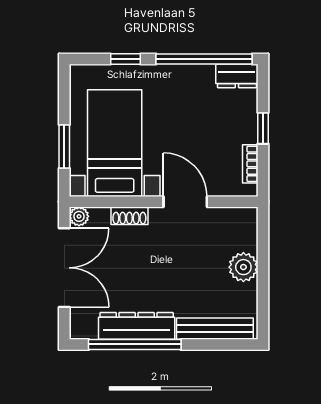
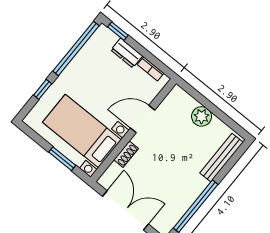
dresser: (237, 76) -> (127, 53), moved, turned 90
window: (263, 128) -> (118, 31), moved
plant: (79, 216) -> (105, 181), removed
dresser: (137, 326) -> (187, 197), removed

